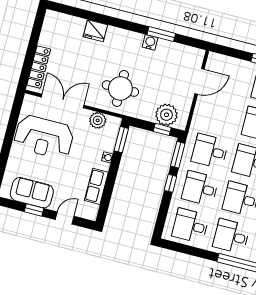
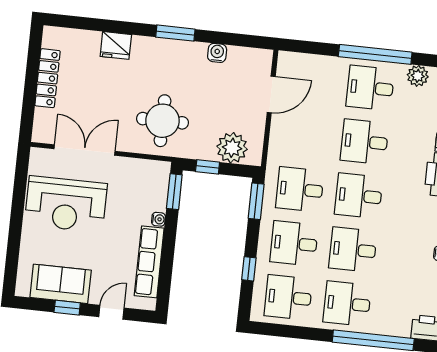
window: (161, 34) -> (175, 33), moved
water cooler: (150, 42) -> (217, 53), moved
locker: (39, 67) -> (48, 78), moved
plant: (98, 120) -> (137, 170), removed
window: (162, 129) -> (208, 167), moved
window: (170, 183) -> (249, 269), moved
row of seats: (96, 186) -> (149, 262), width x1.48

